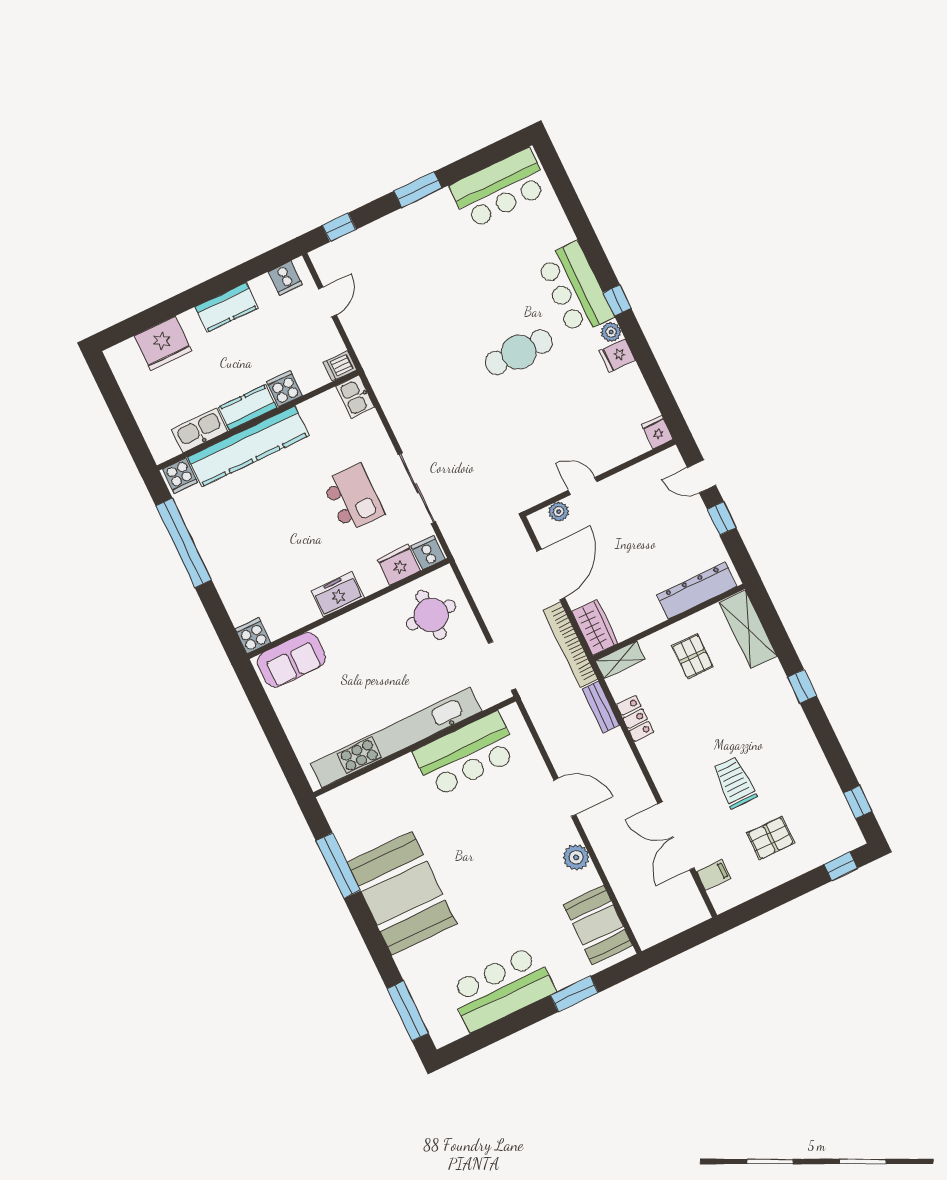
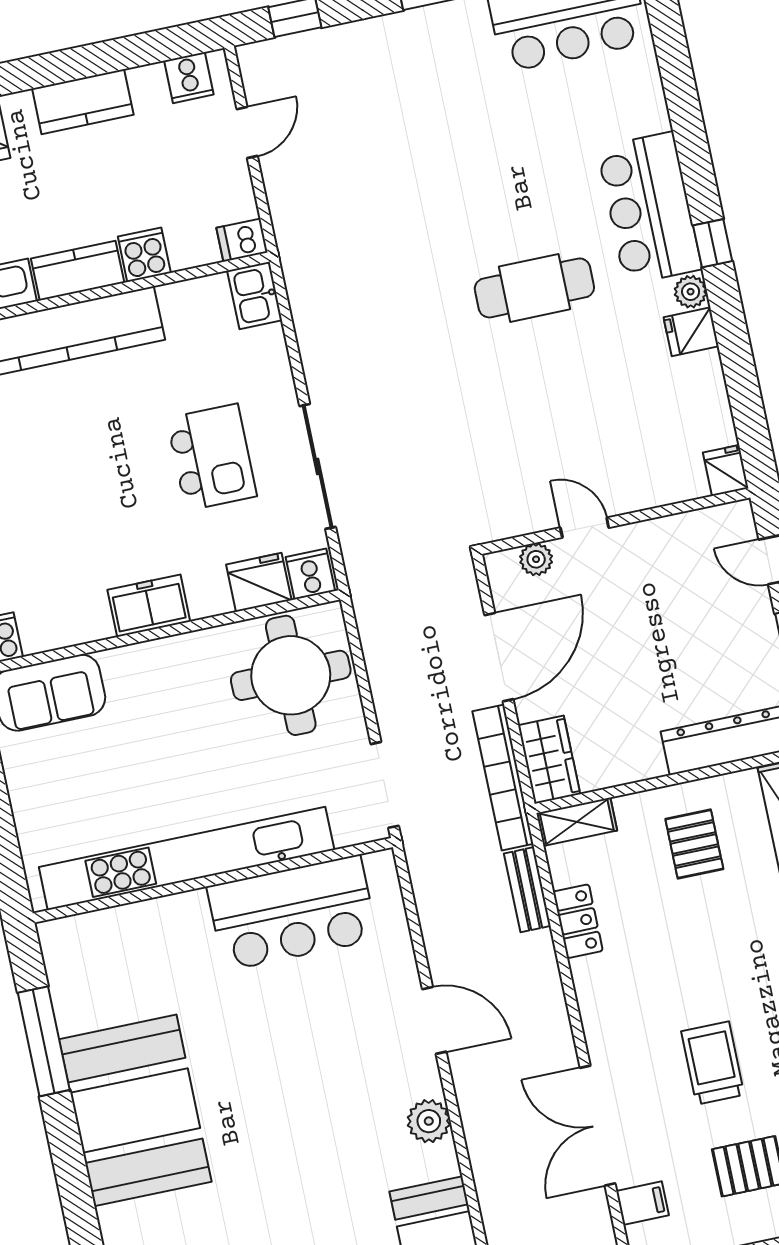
round table: (431, 615) -> (291, 675), width x1.36, depth x1.36

